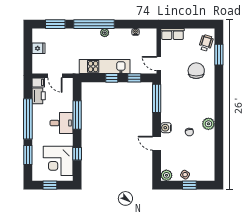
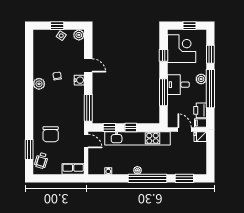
fridge: (39, 48) -> (200, 137), moved
kitchen unit: (105, 66) -> (137, 138), width x1.36
plant: (38, 129) -> (201, 79), added

